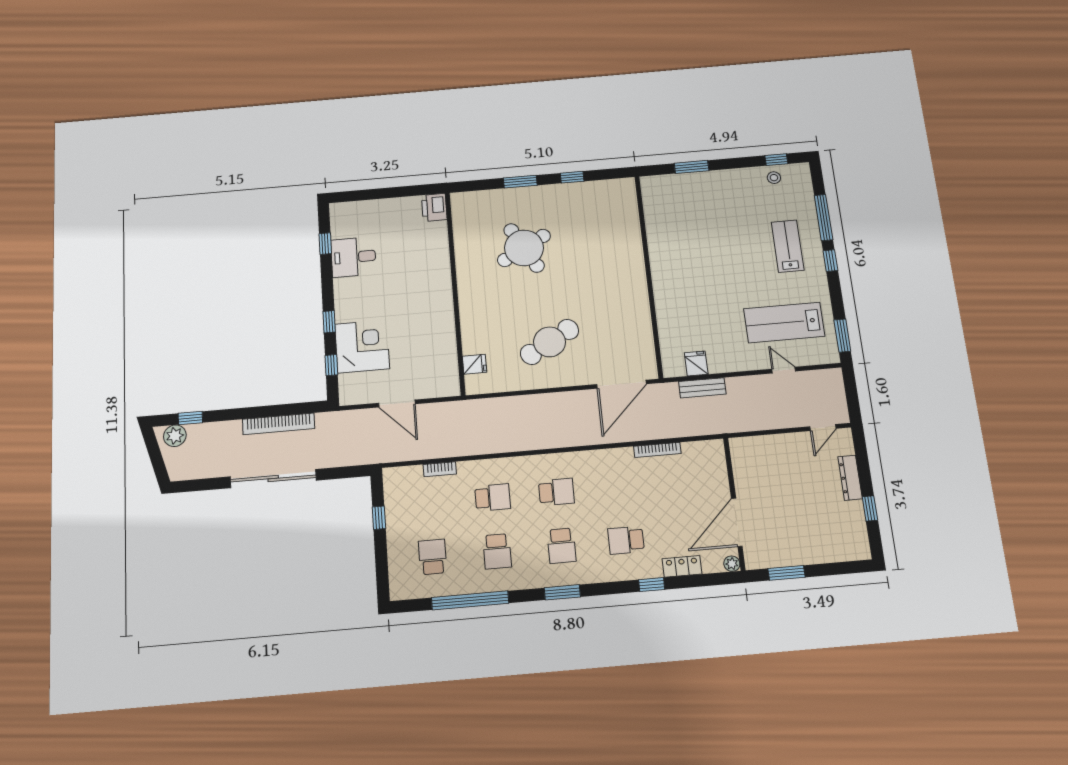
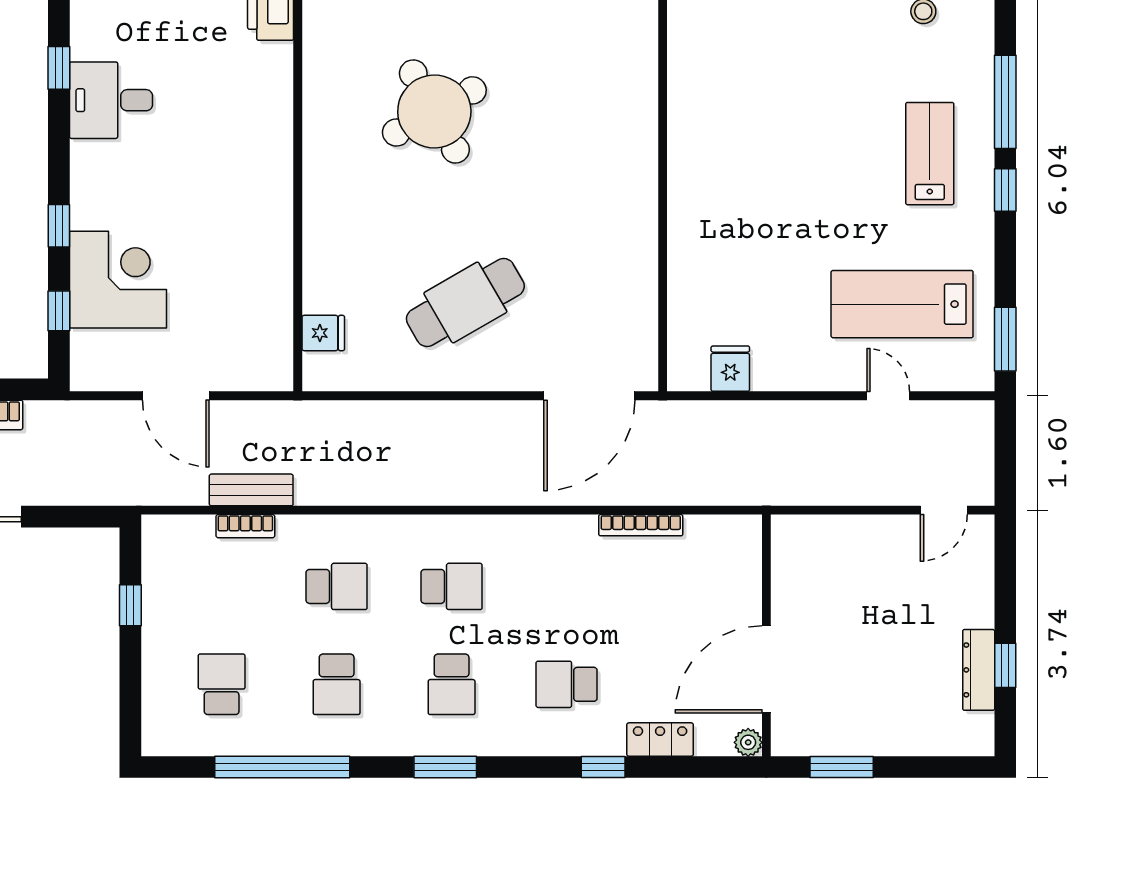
bench: (702, 388) -> (251, 490), moved
dresser: (850, 478) -> (979, 670), moved

